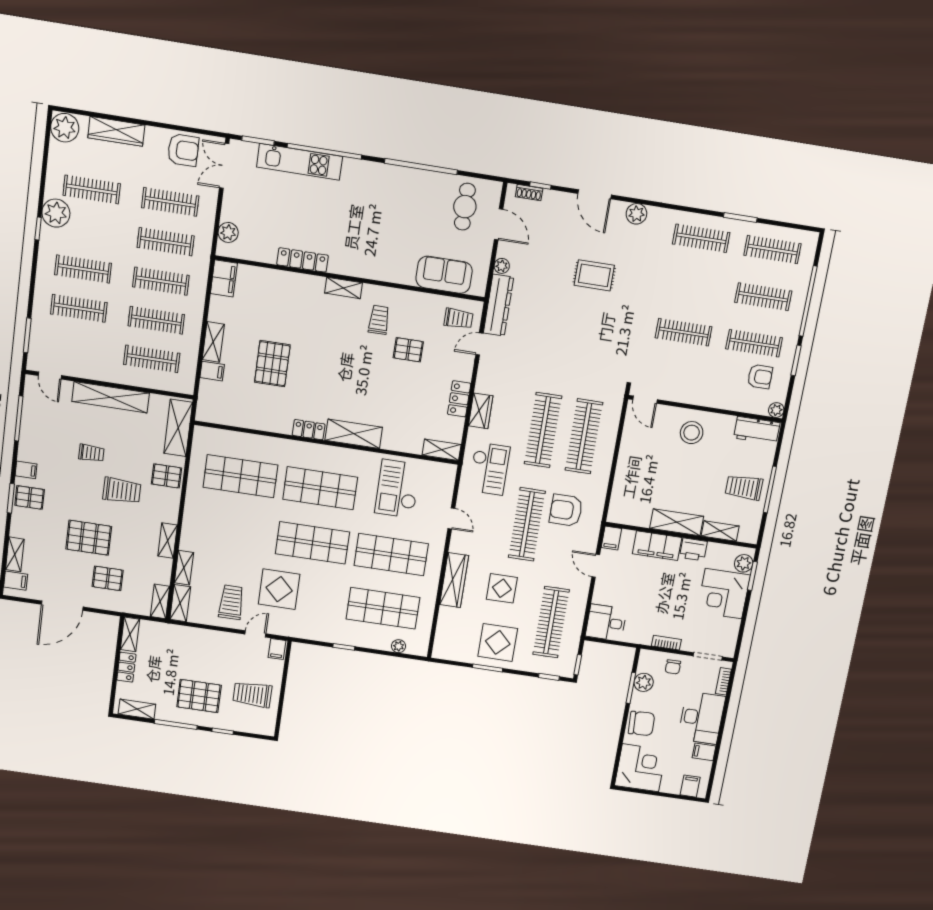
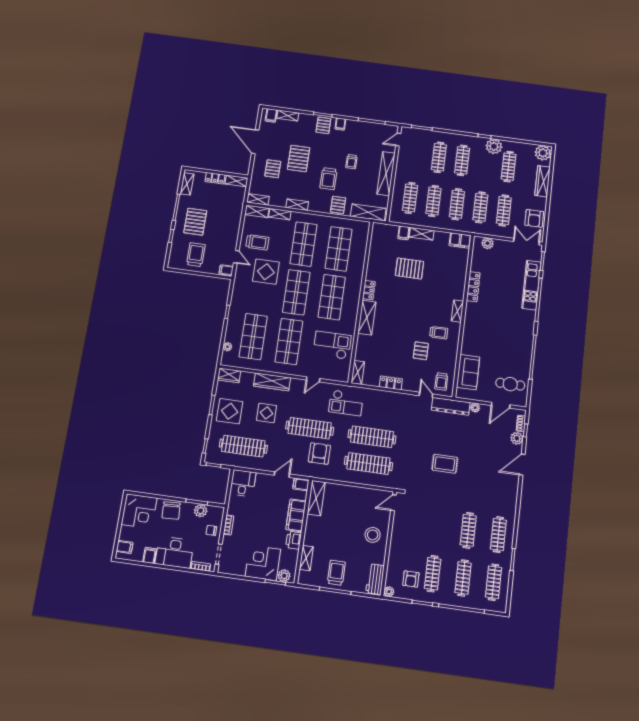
plant: (636, 214) -> (517, 438), moved
rug: (594, 275) -> (445, 464), moved, turned 90
clothes rail: (684, 332) -> (468, 530), moved
wardrobe: (481, 411) -> (229, 375), moved
shelving: (677, 522) -> (316, 498), moved
shop shelf: (233, 531) -> (304, 244), added

